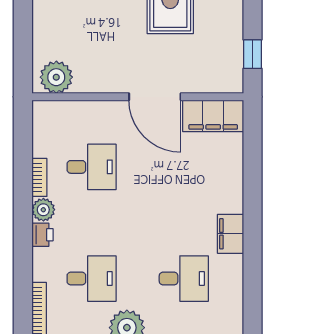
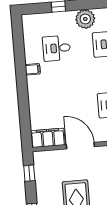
filing cabinet: (231, 234) -> (33, 69), width x0.50

